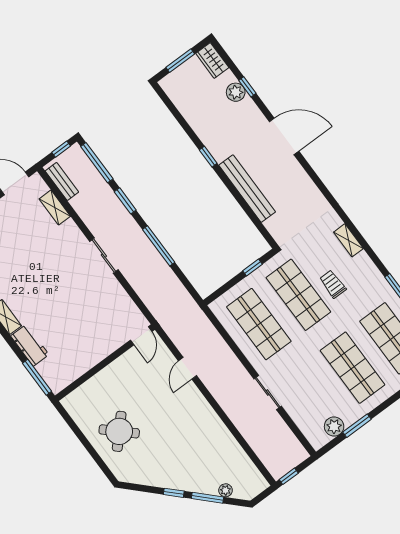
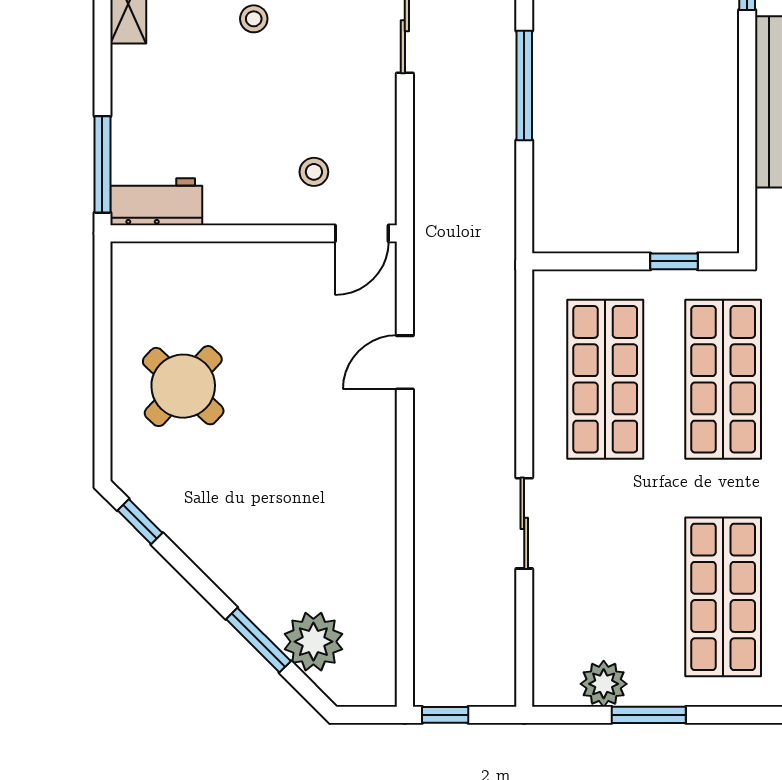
stool: (51, 291) -> (254, 19), added
stool: (110, 327) -> (314, 172), added
workbench: (30, 345) -> (156, 202), moved, turned -90
plant: (226, 490) -> (313, 642), width x1.88, depth x1.88
window: (174, 493) -> (140, 522), moved

